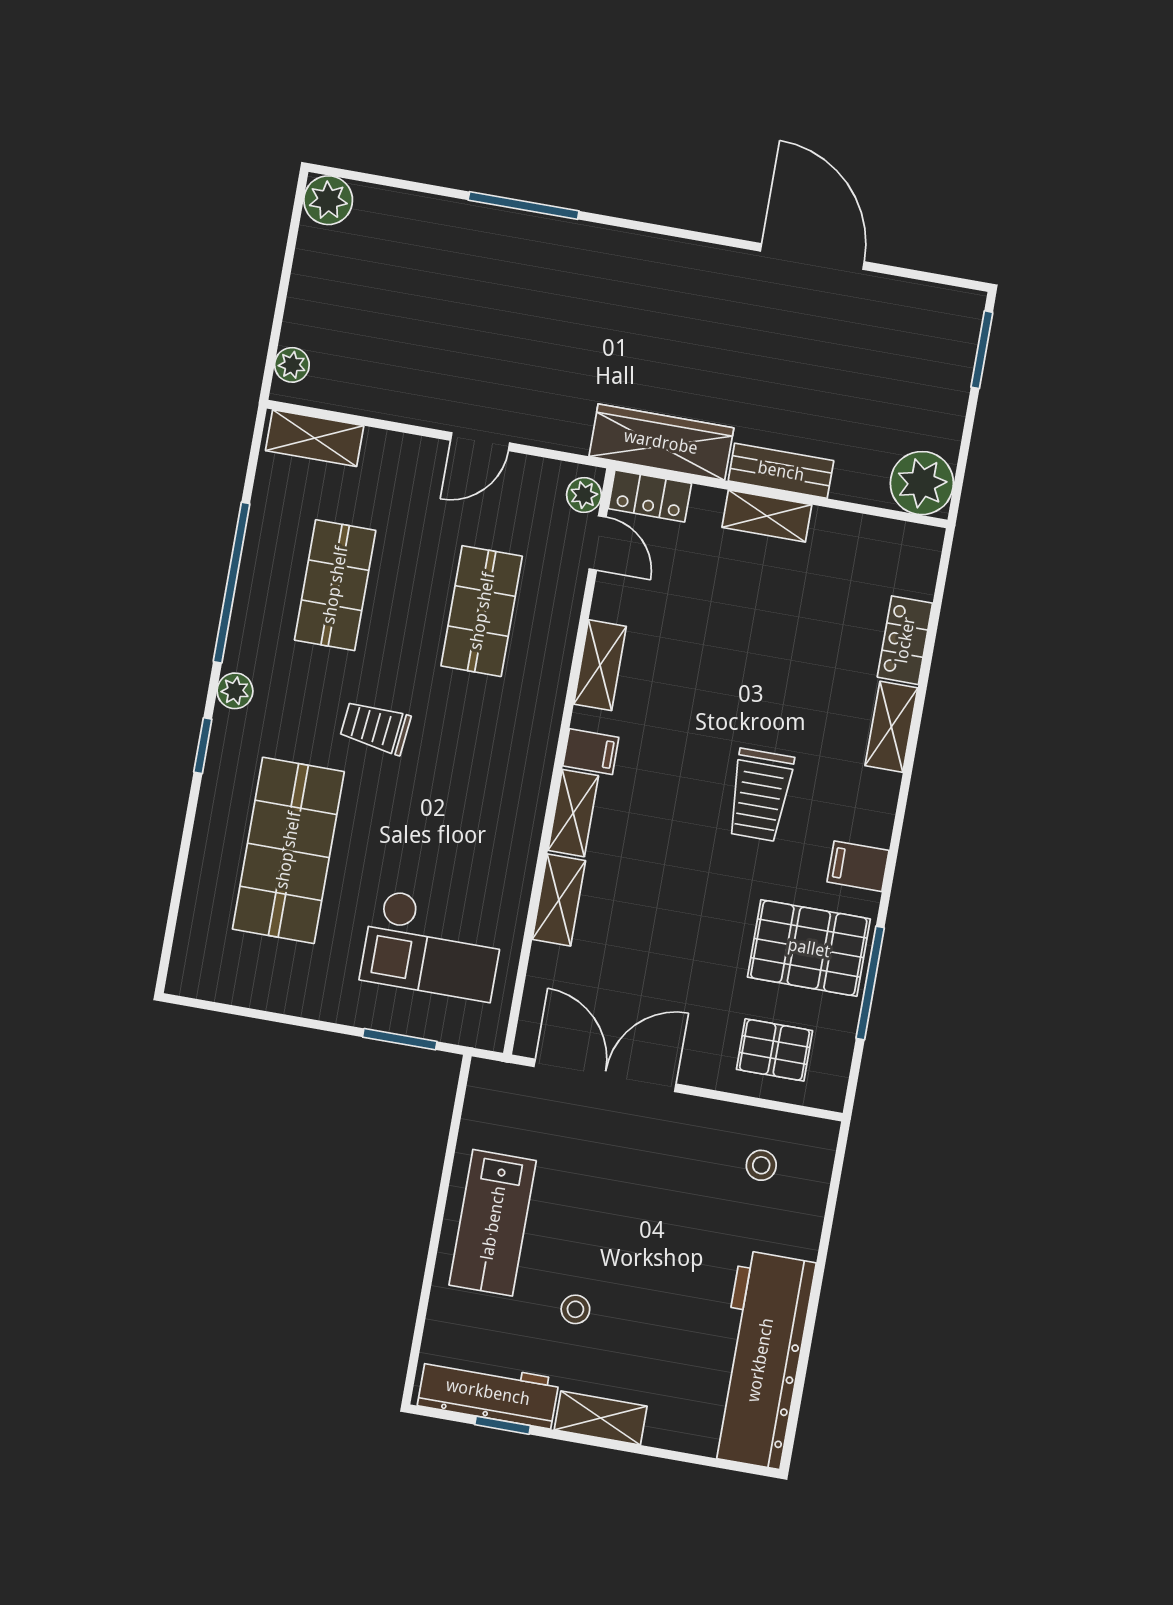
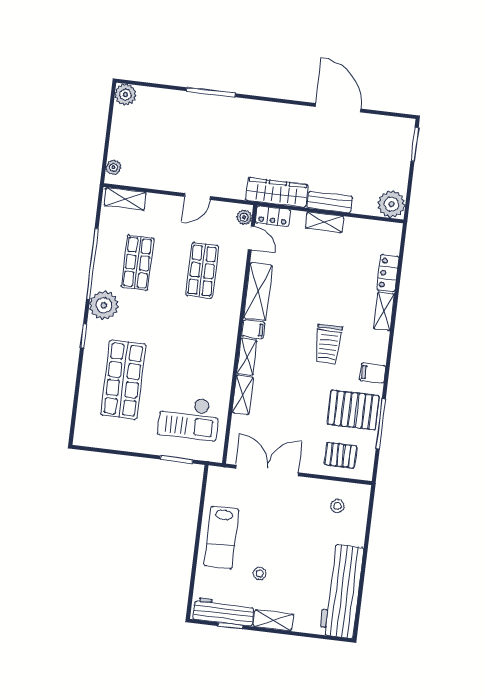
shelving: (600, 665) -> (258, 292), width x1.50, depth x1.33
plant: (235, 691) -> (104, 305), width x1.88, depth x1.88
trolley: (375, 727) -> (158, 324), removed

